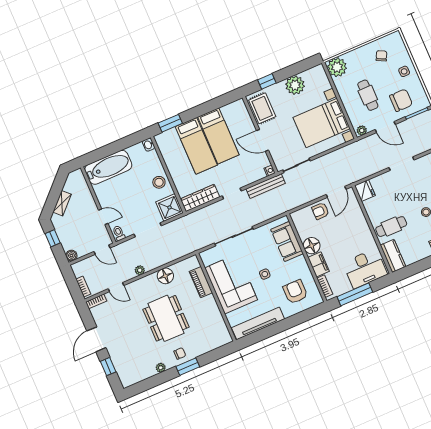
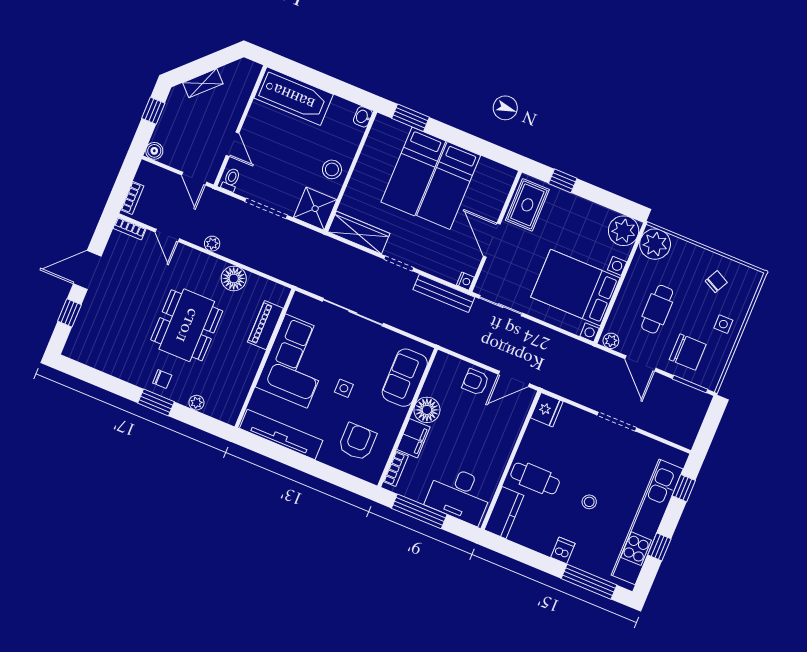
plant: (295, 85) -> (624, 231), moved
plant: (161, 368) -> (196, 403), moved

